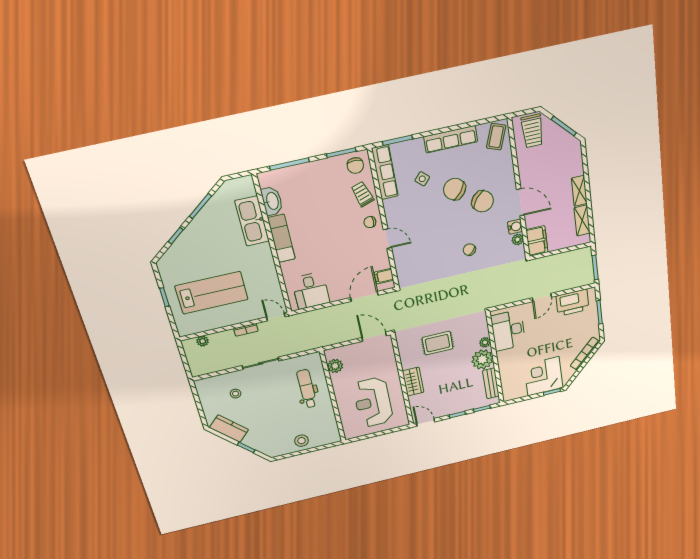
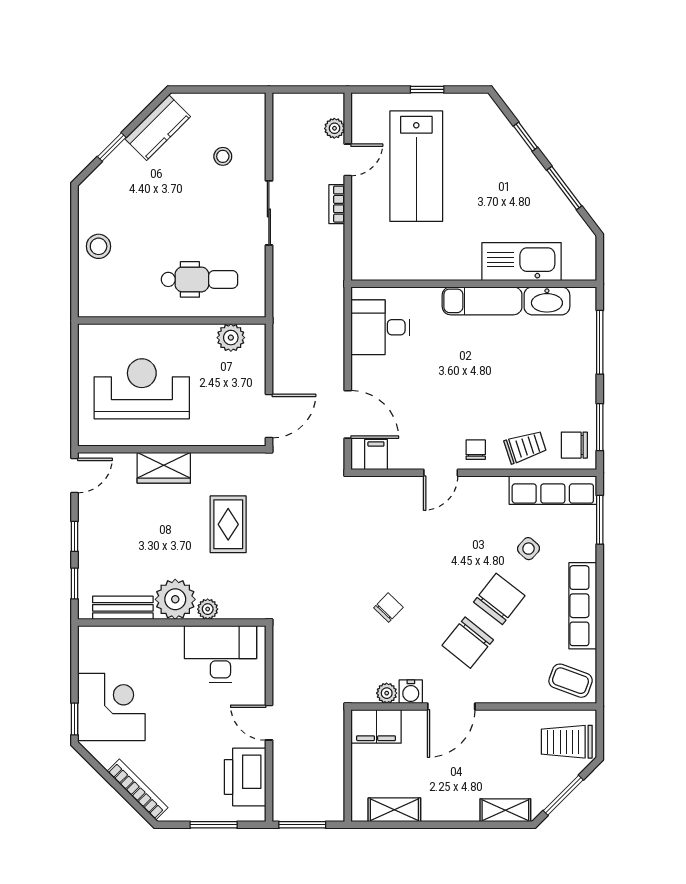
shelving: (579, 191) -> (505, 810), moved
door: (276, 317) -> (348, 160), moved

